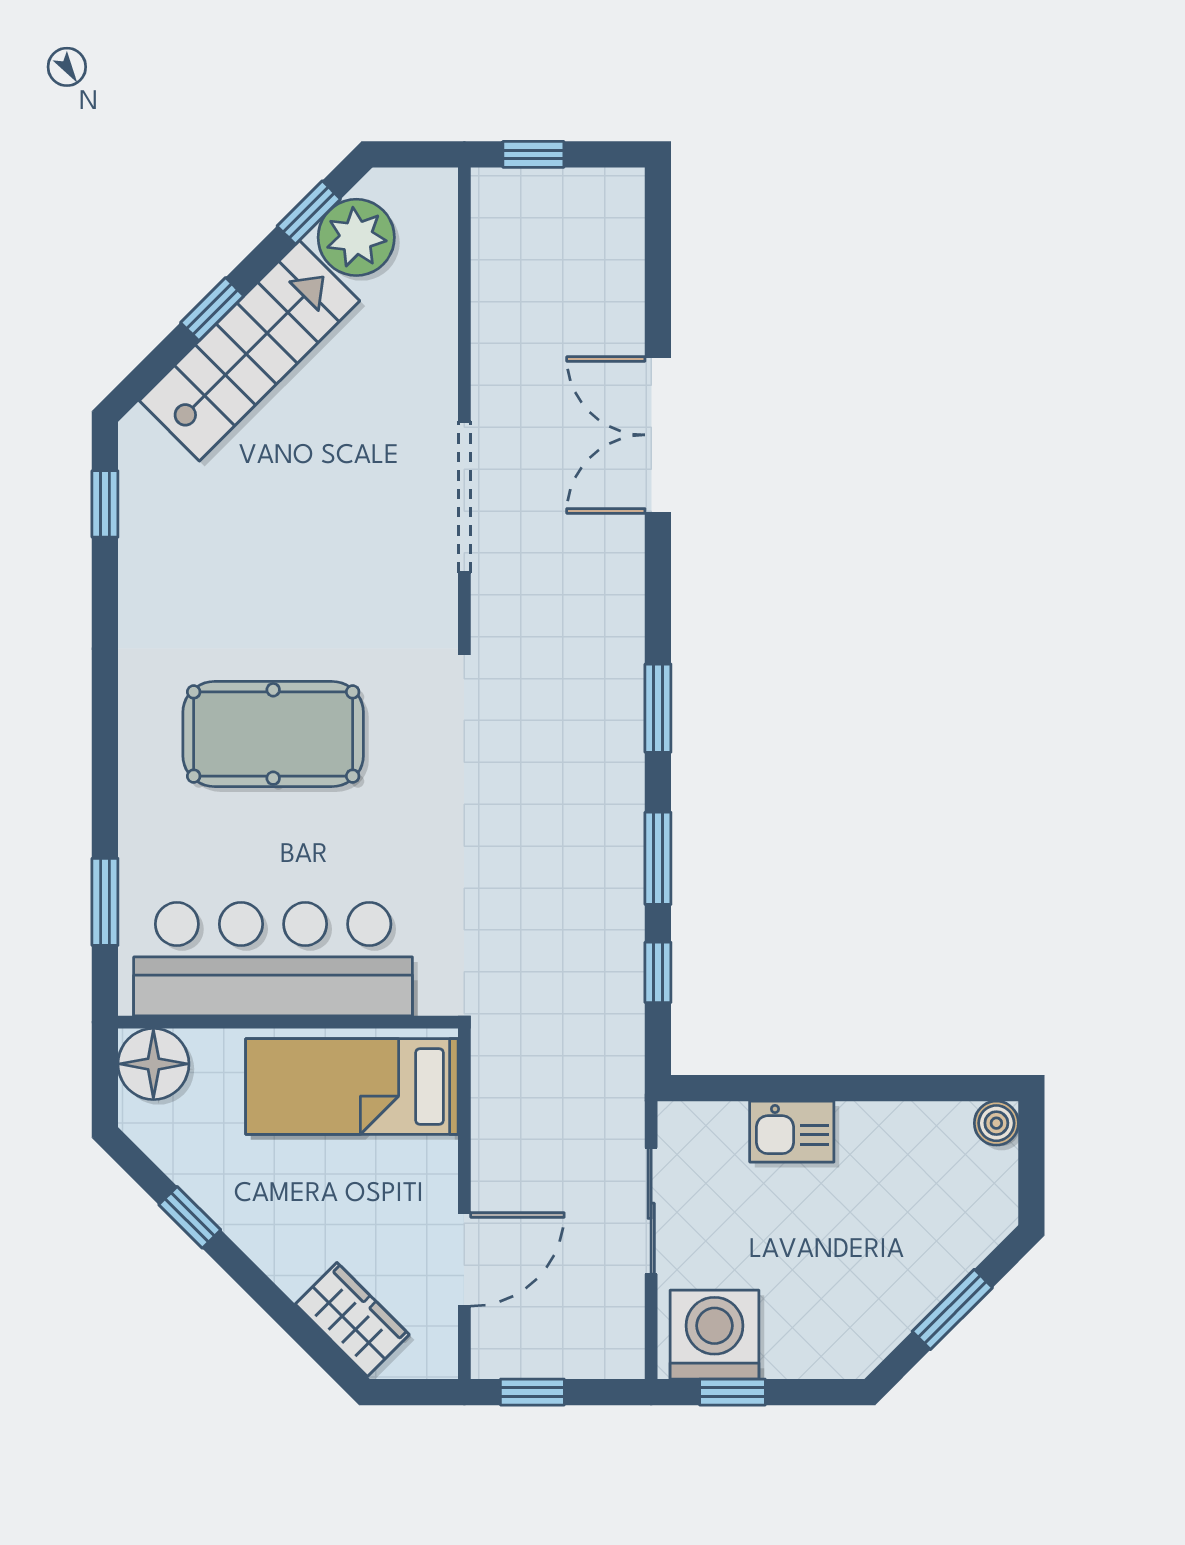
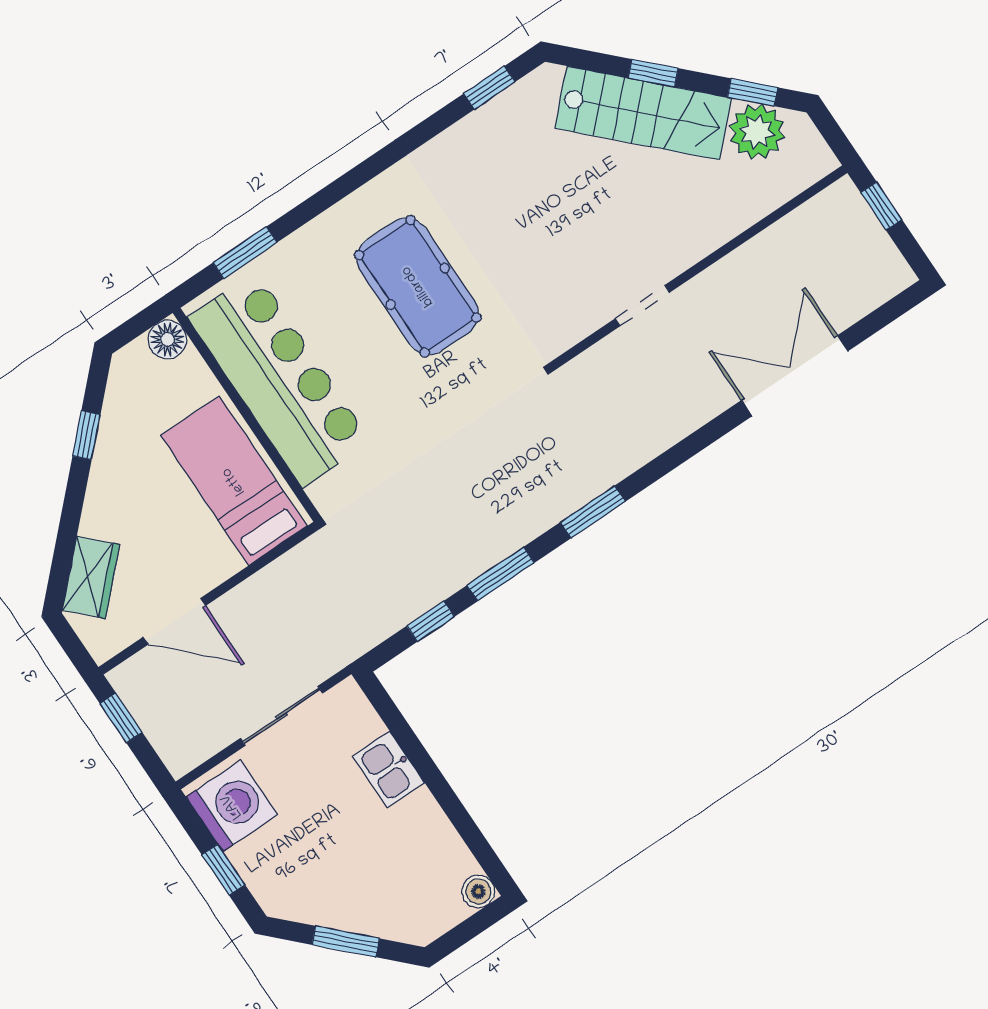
double door: (658, 435) -> (795, 376), moved
doorway: (464, 497) -> (642, 306), width x0.53
floor lamp: (153, 1064) -> (167, 340), width x0.73, depth x0.73
window: (732, 1392) -> (223, 870), moved

